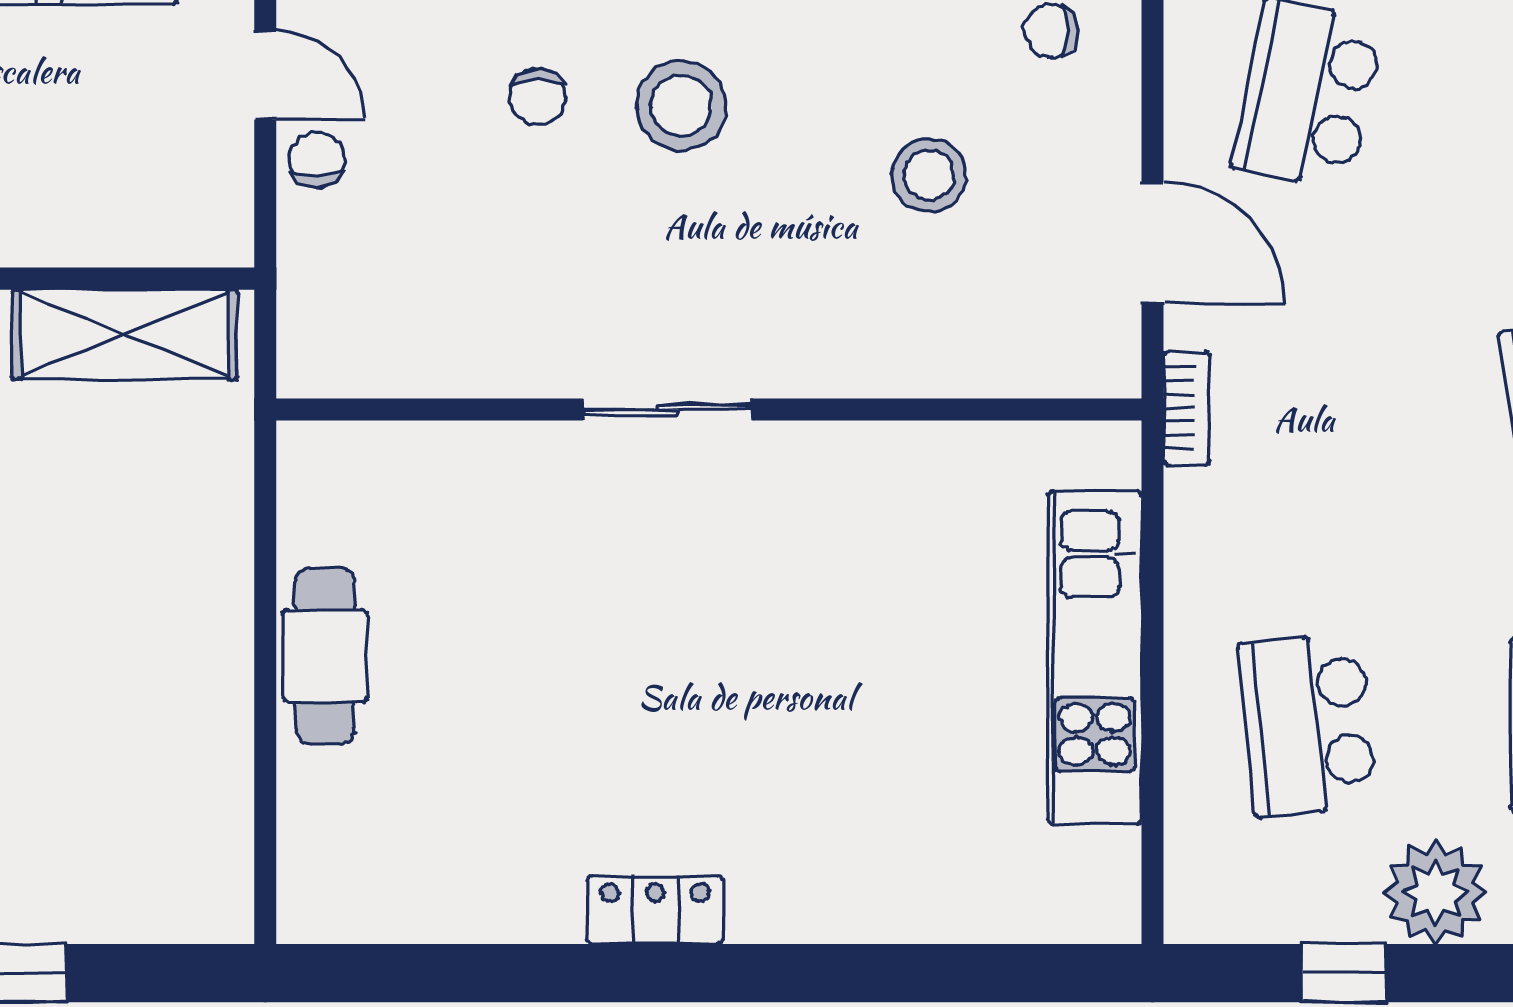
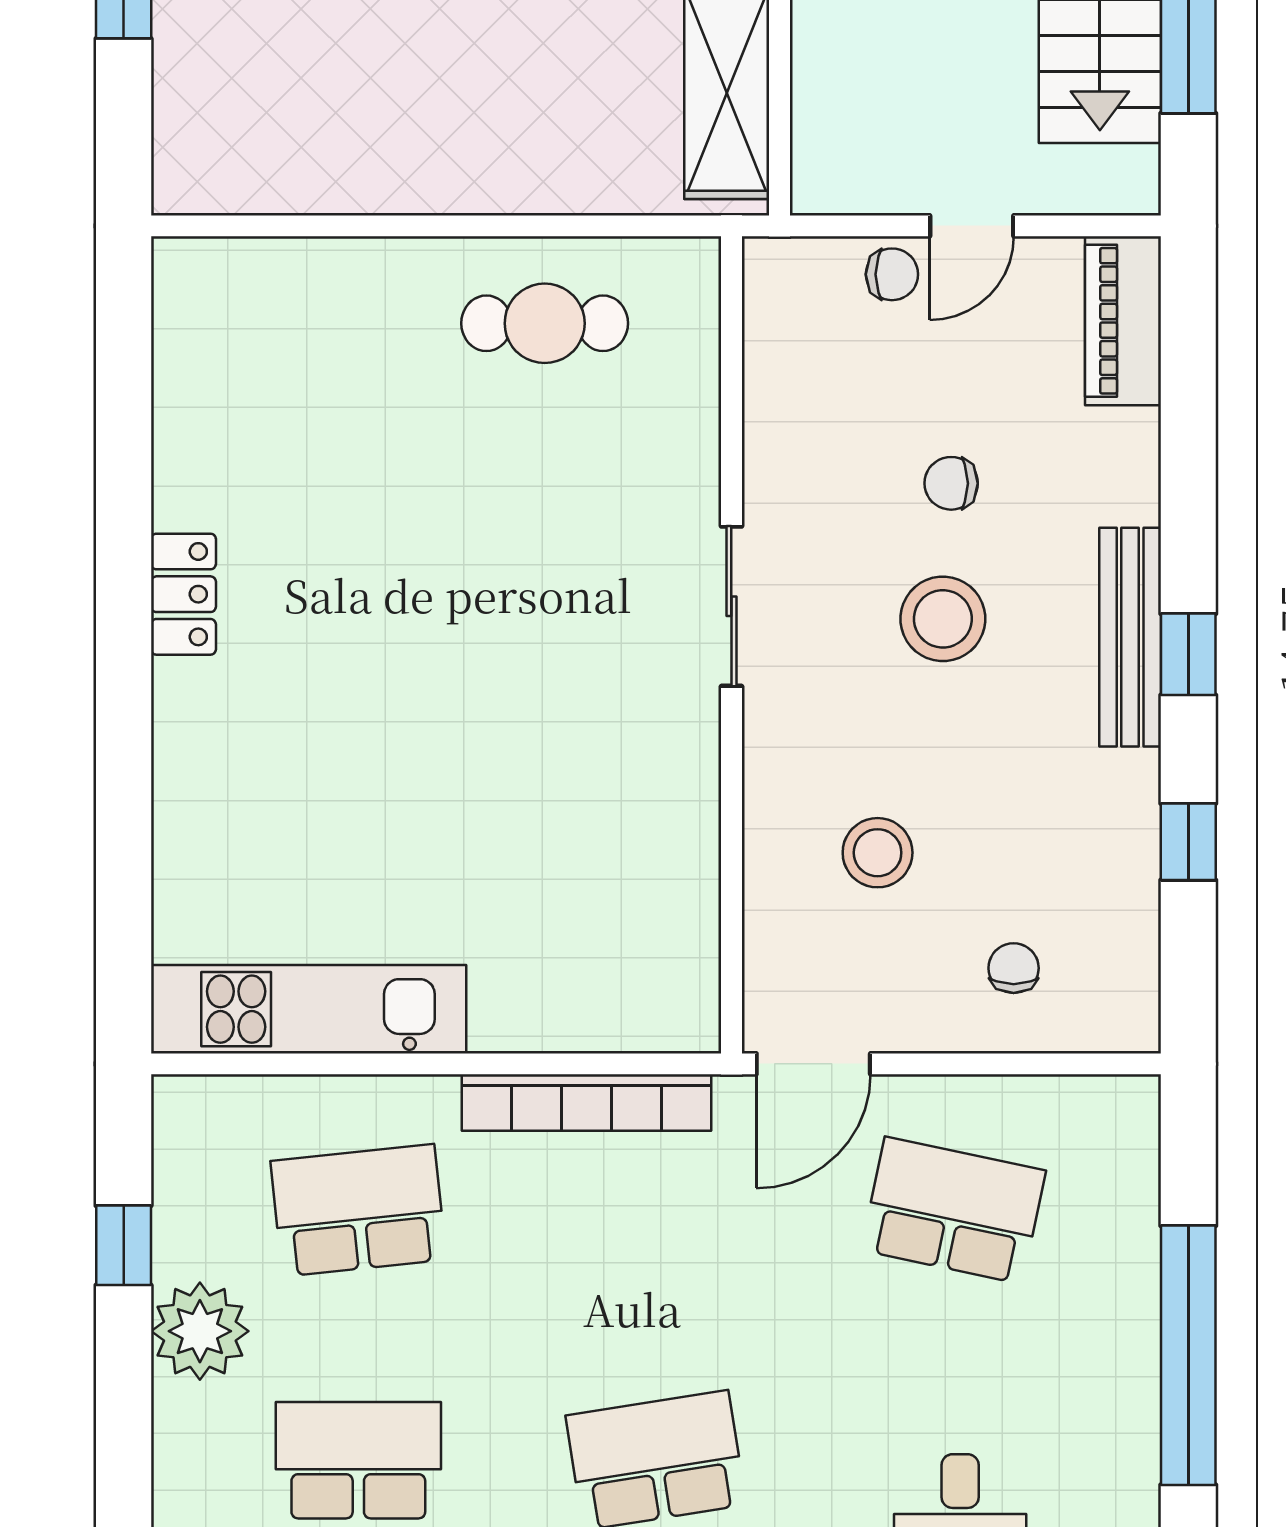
bookcase: (1186, 408) -> (586, 1103), width x2.31, depth x1.31
sliding door: (668, 410) -> (731, 606), moved
wall: (709, 410) -> (731, 645), moved
cafe table: (325, 656) -> (545, 323), moved
kitchen unit: (1095, 658) -> (309, 1009), moved

